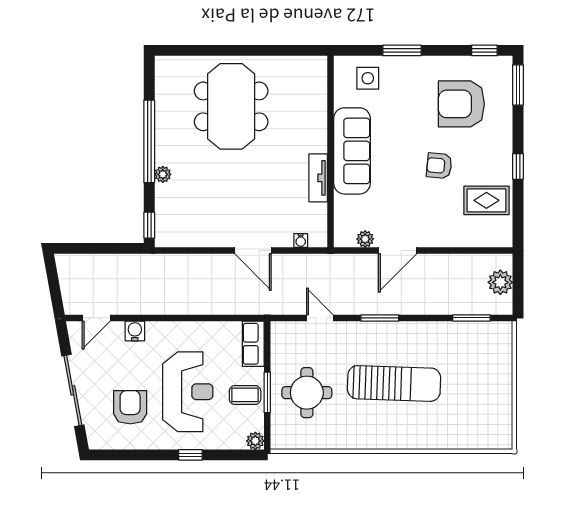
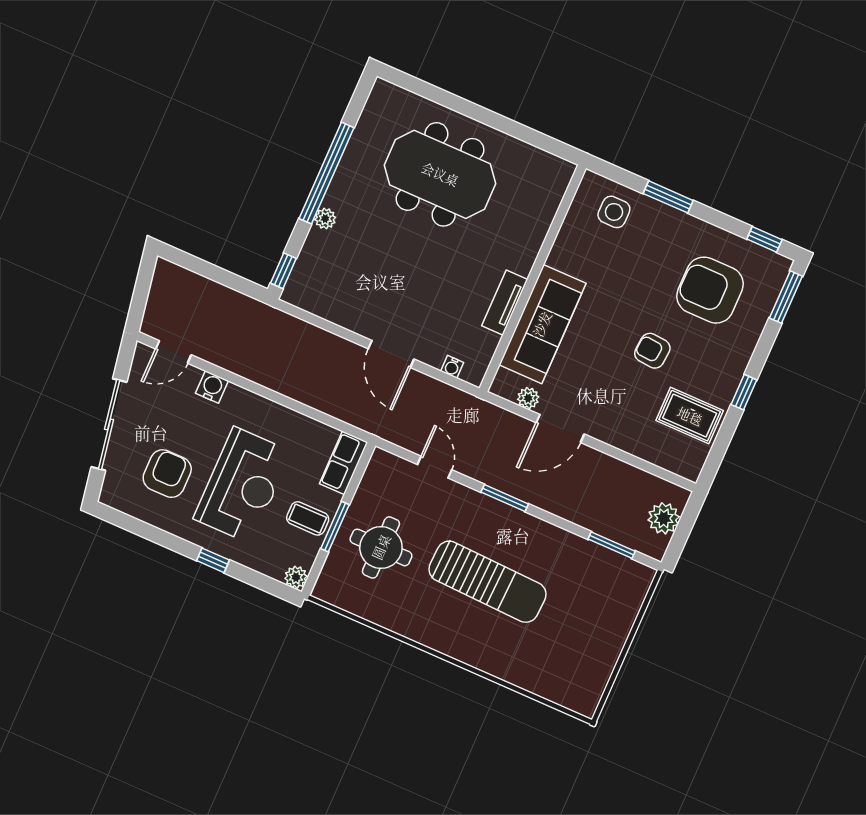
meeting table: (231, 106) -> (440, 174), turned 90
sofa: (352, 151) -> (542, 324), moved

